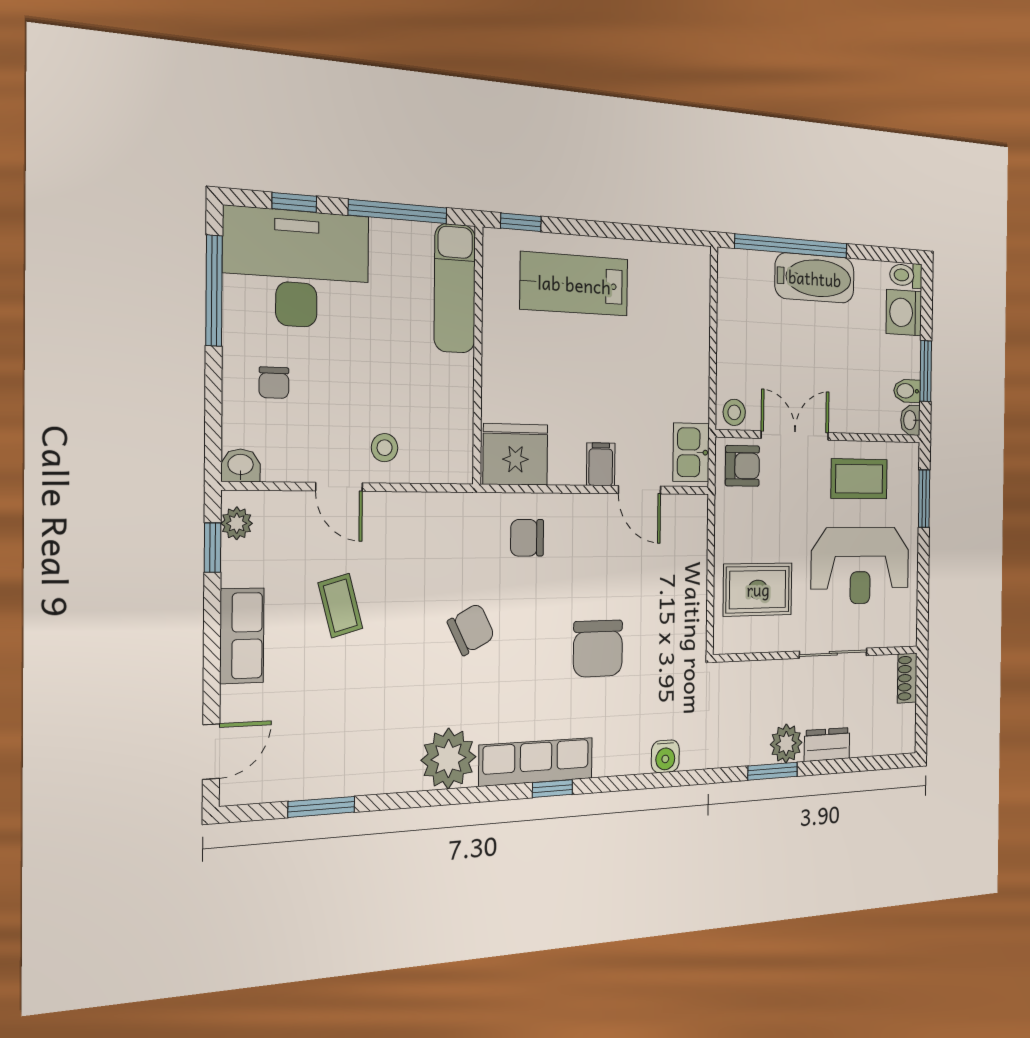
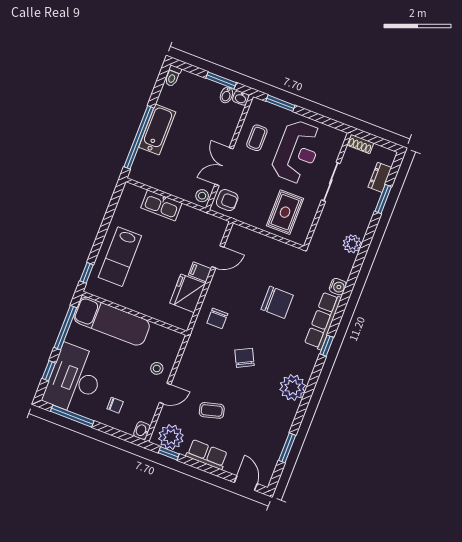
exam couch: (455, 288) -> (112, 321), width x1.36, depth x1.45
washing machine: (904, 313) -> (190, 83), removed
kitchen sink: (691, 452) -> (161, 205), moved, width x1.38
fridge: (515, 454) -> (188, 293), moved
armchair: (742, 466) -> (227, 200), turned 90
coffee table: (859, 479) -> (257, 138), width x0.73, depth x0.77
plant: (237, 523) -> (171, 437), width x1.87, depth x1.87
plant: (786, 744) -> (352, 244), moved
dresser: (827, 744) -> (380, 177), moved
row of seats: (536, 762) -> (323, 321), moved
window: (773, 771) -> (383, 199), moved

